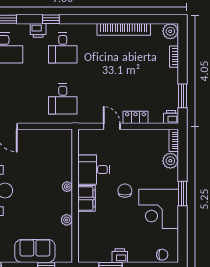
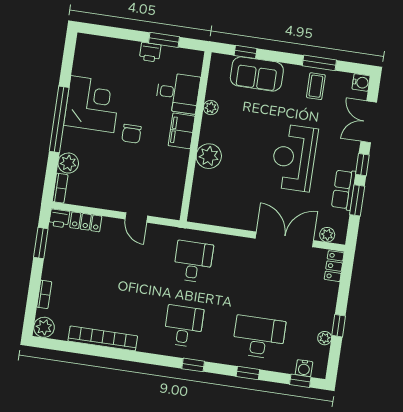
printer: (38, 30) -> (212, 353), removed
locker: (135, 117) -> (86, 222), moved
desk: (94, 170) -> (178, 93), moved
plant: (67, 187) -> (209, 156), width x1.87, depth x1.87
window: (182, 193) -> (59, 119), width x2.11
chair: (162, 255) -> (96, 45), removed

